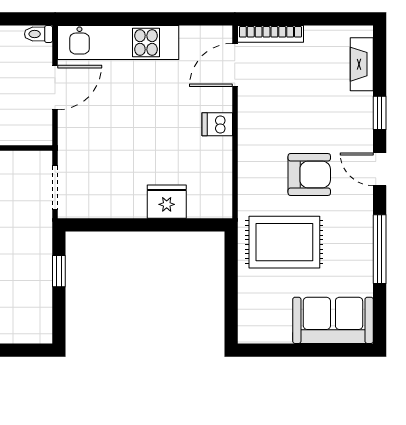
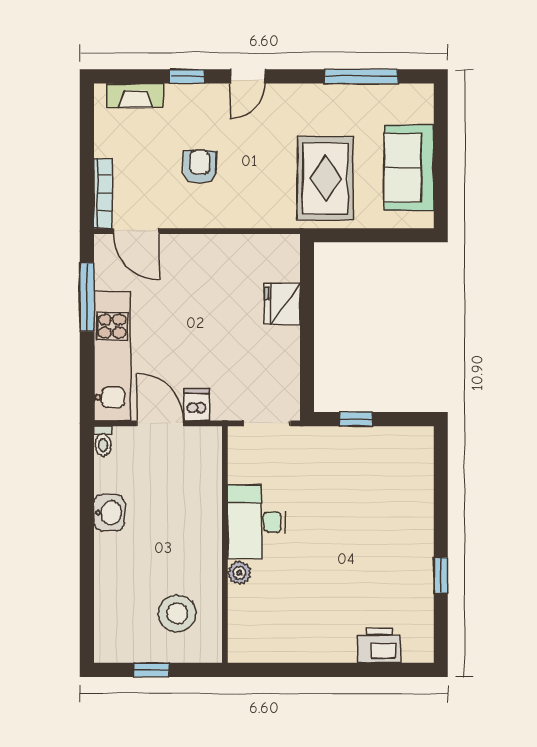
window: (173, 19) -> (87, 297), added
dishwasher: (217, 124) -> (197, 404), moved, turned 180
armchair: (309, 175) -> (200, 167), moved, width x0.72, depth x0.72
window: (380, 249) -> (361, 76), moved
sofa: (333, 320) -> (409, 168), moved

